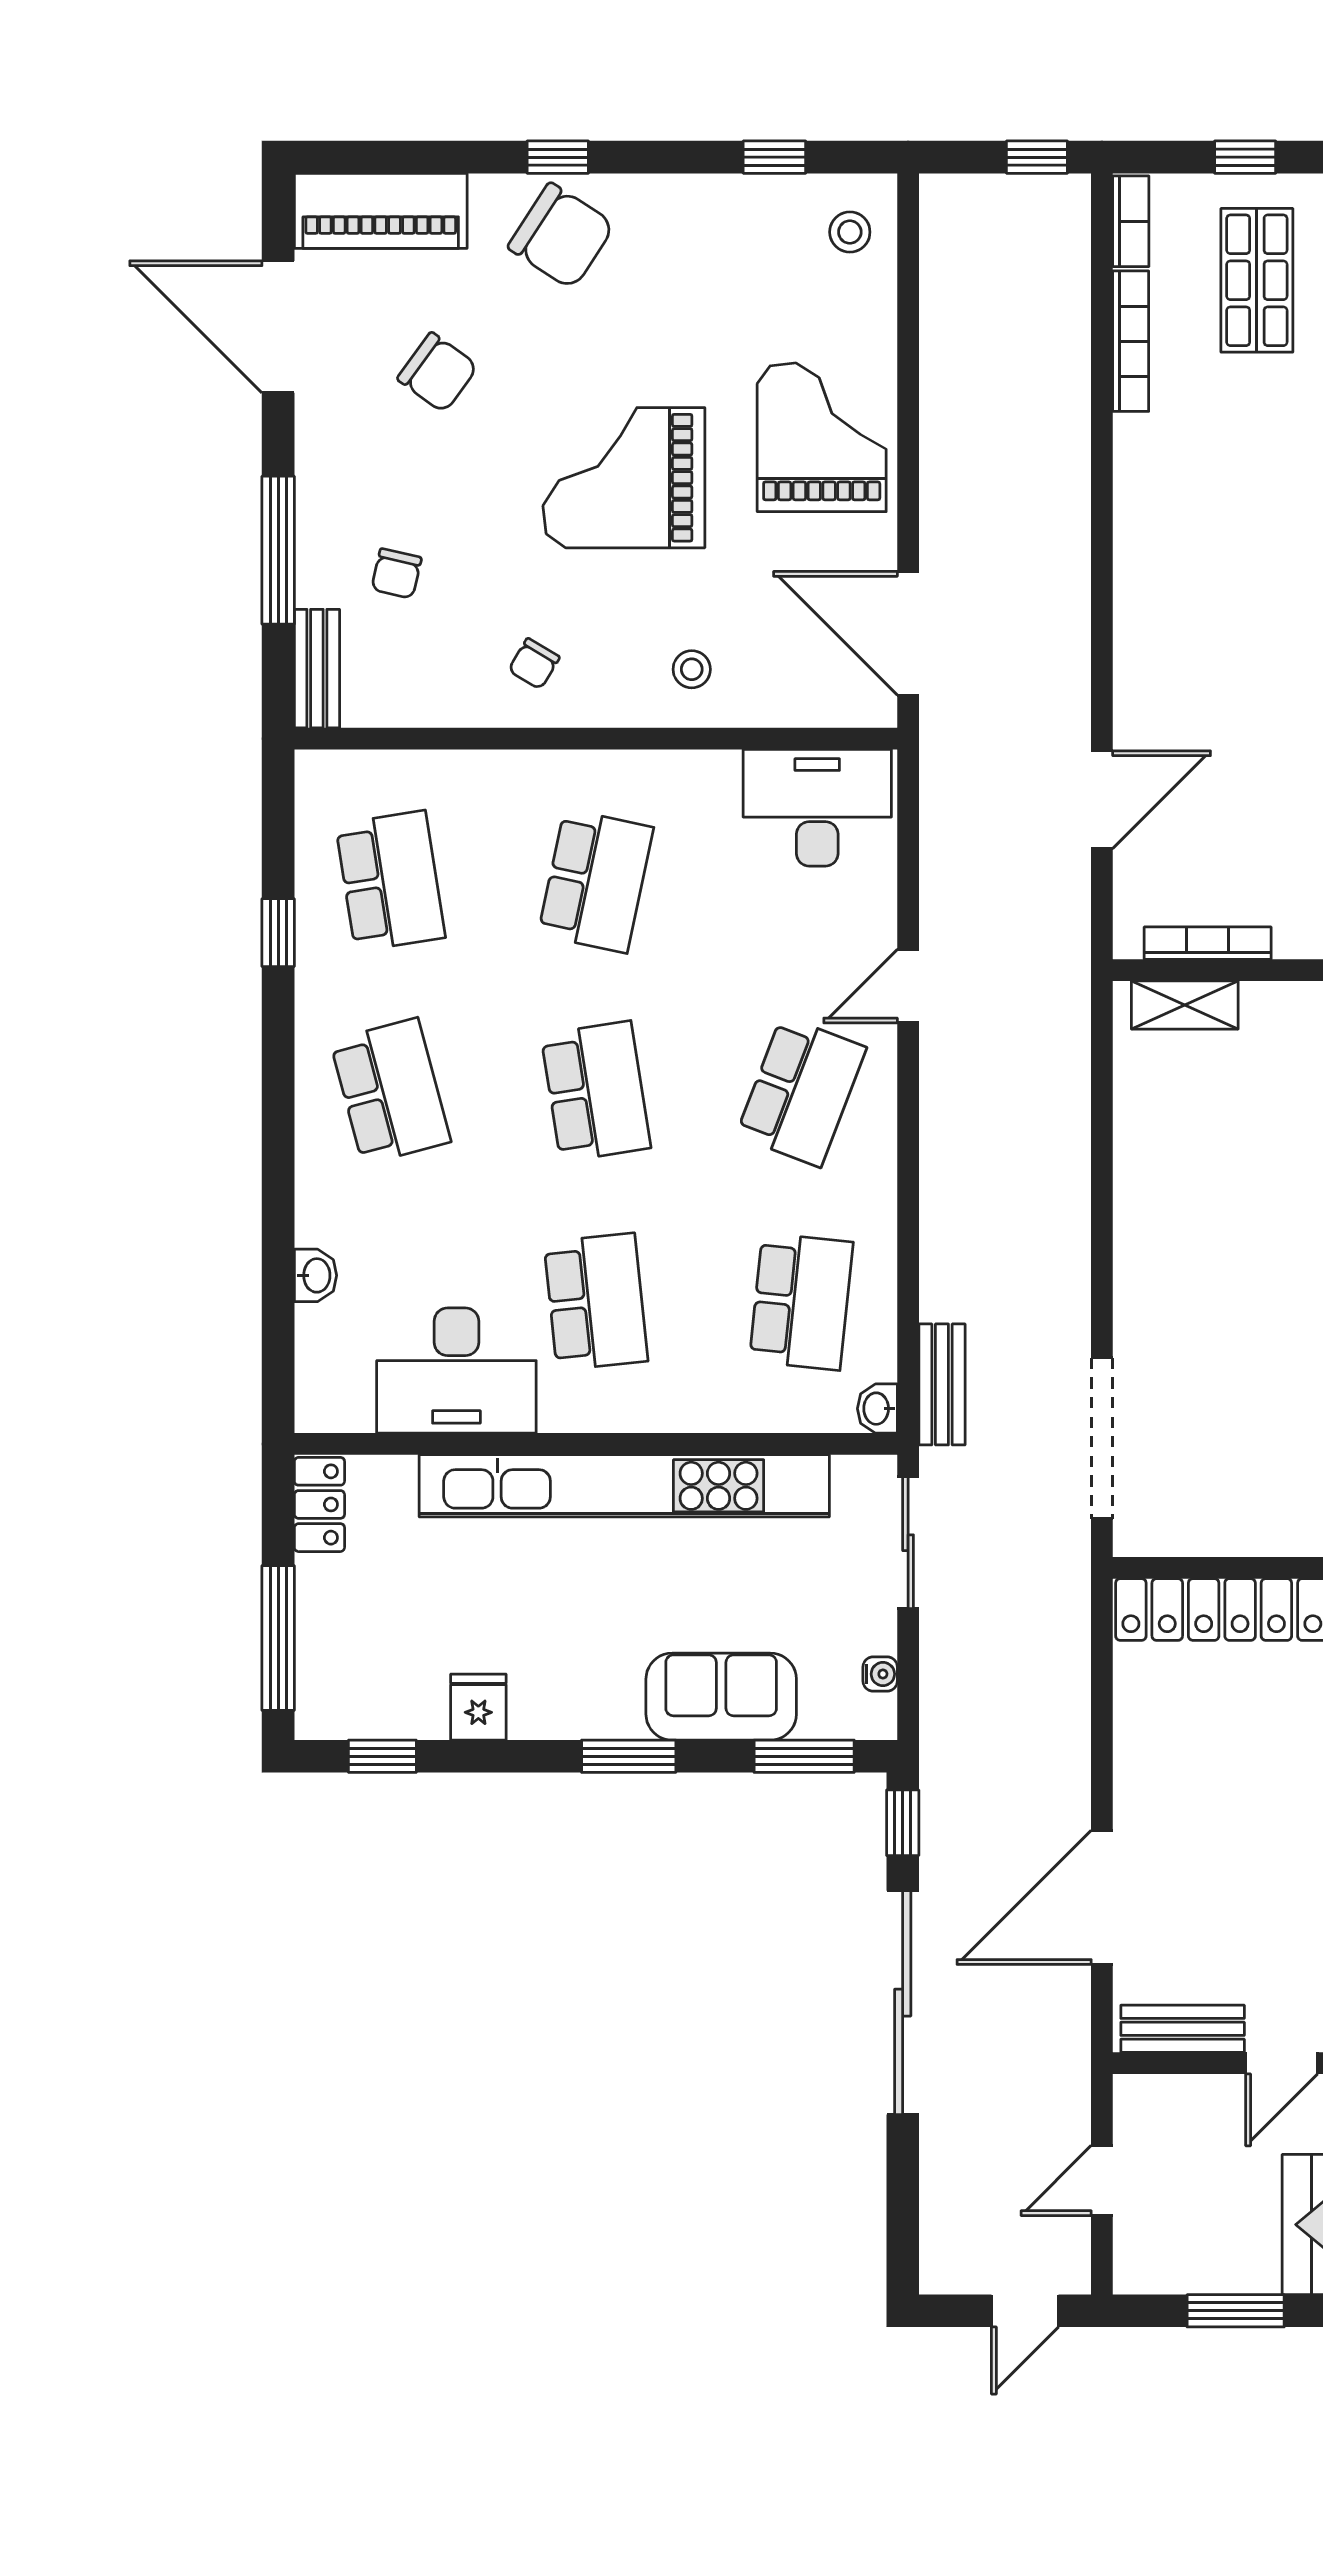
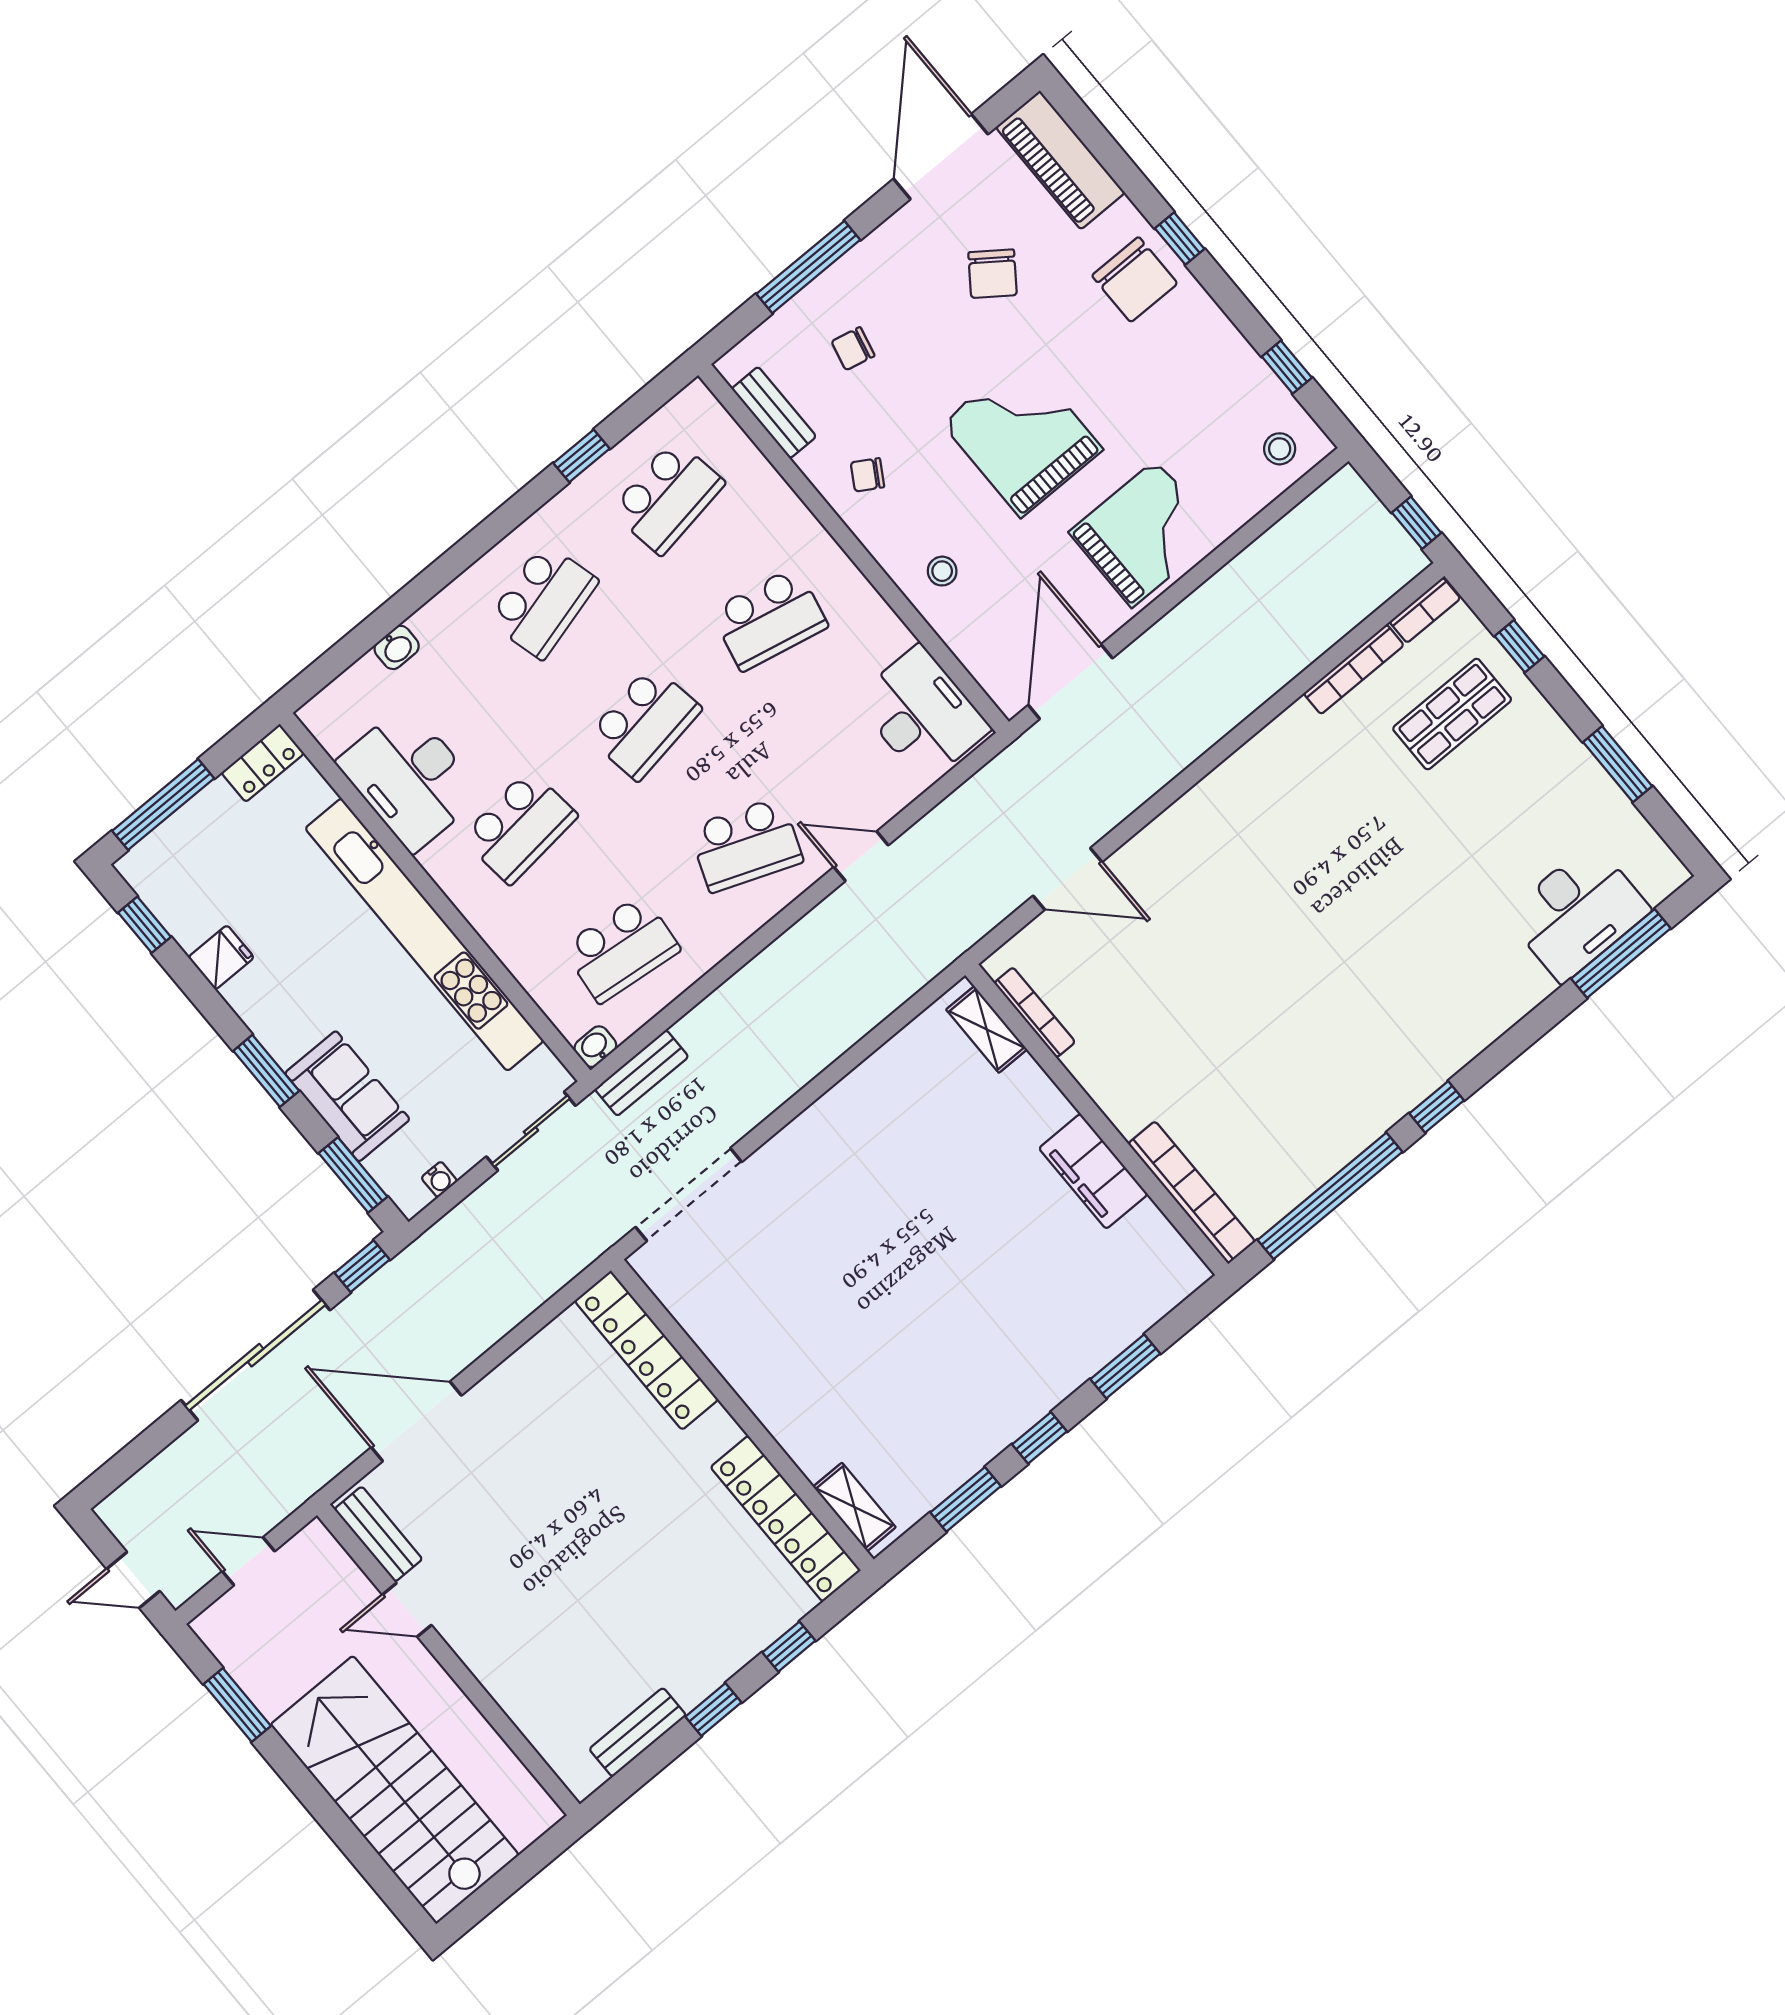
chair: (561, 236) -> (1135, 280), turned -33
bench: (317, 669) -> (774, 413), moved, turned 90

